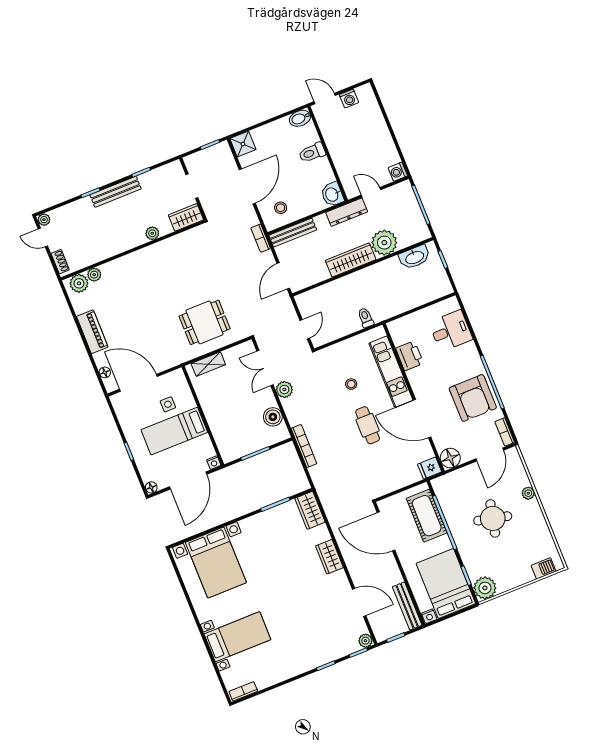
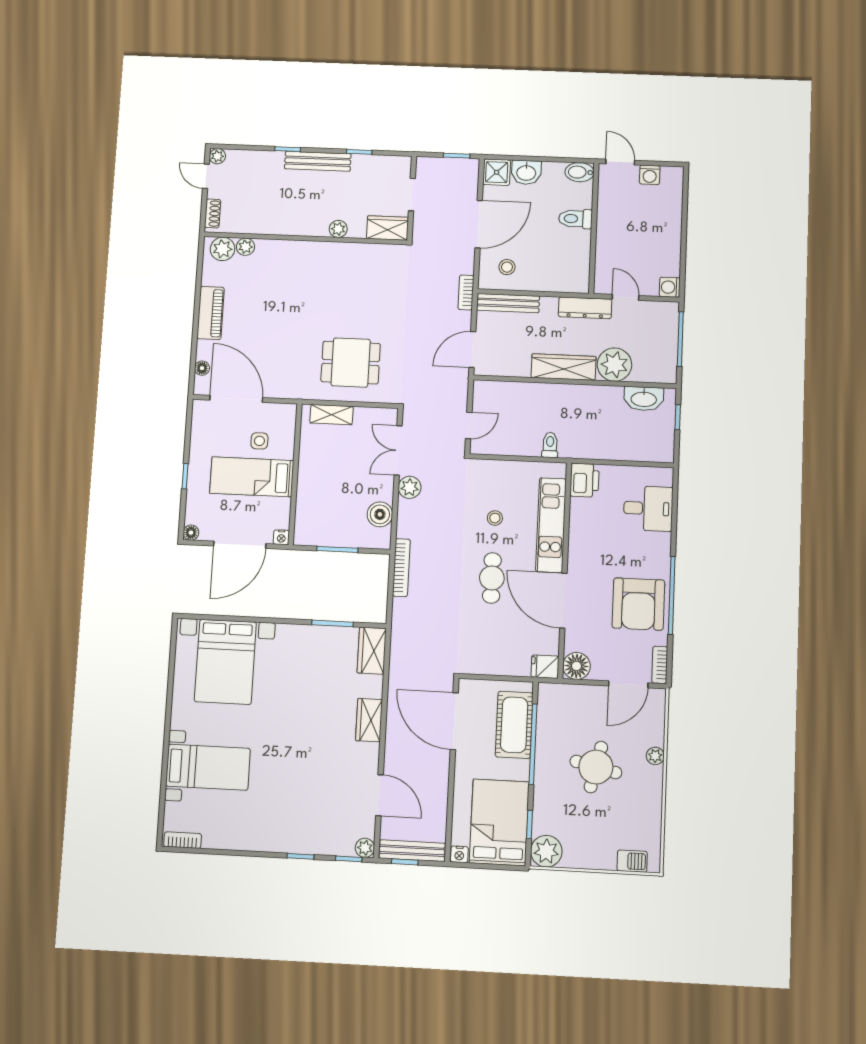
washbasin: (332, 194) -> (526, 172), moved, turned -90
printer: (410, 356) -> (585, 480), moved
bench: (407, 606) -> (412, 851), moved, turned 90

